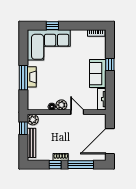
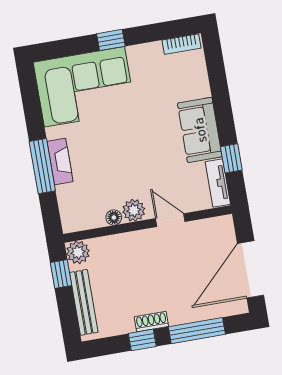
window: (52, 26) -> (111, 40), moved
window: (110, 64) -> (231, 158), moved

